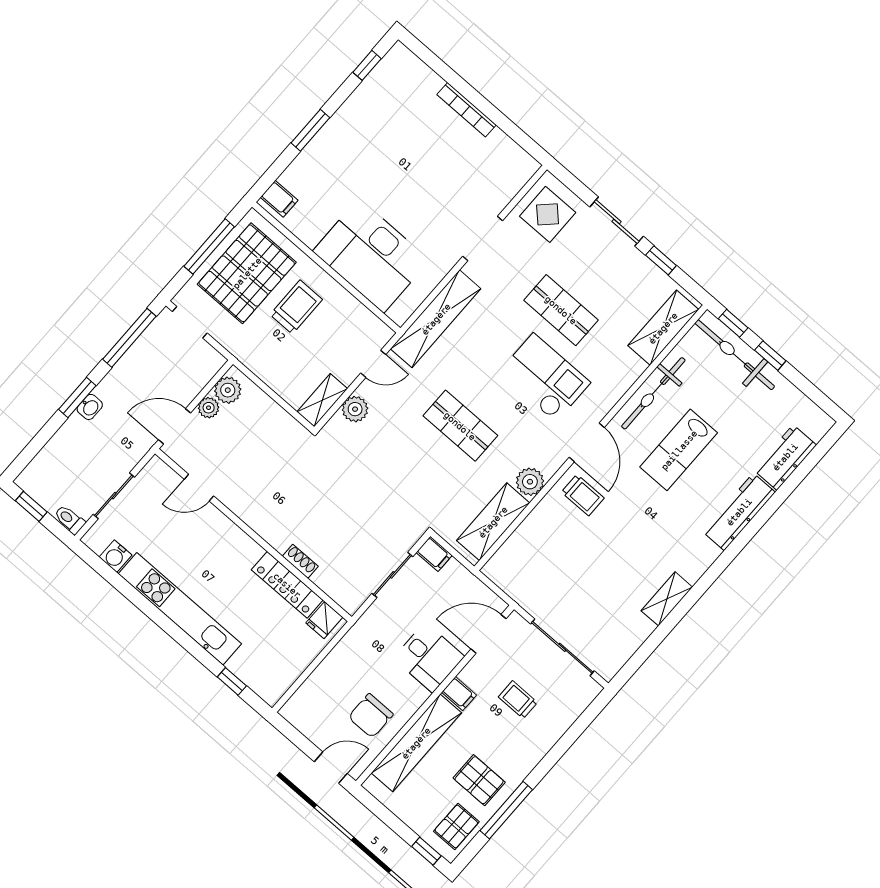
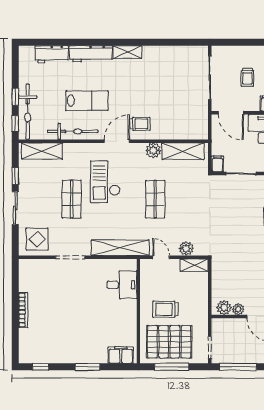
filing cabinet: (279, 199) -> (121, 355), width x2.00
desk: (371, 256) -> (122, 285), width x0.53, depth x0.77
trolley: (583, 495) -> (140, 124), turned 90
shelving: (667, 599) -> (127, 52), moved

